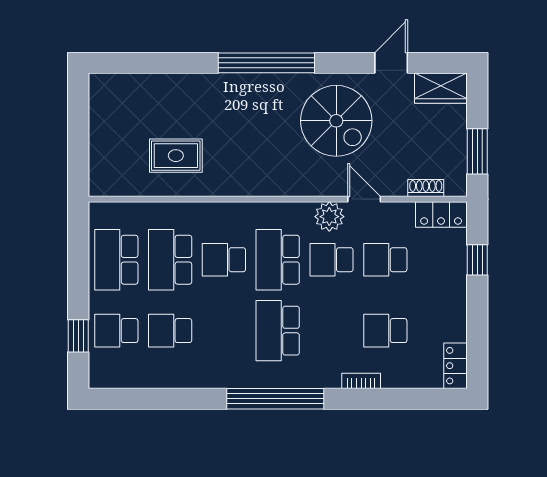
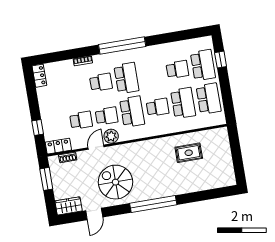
door: (364, 199) -> (96, 147), swing flipped
school desk: (116, 331) -> (203, 65), width x1.85
school desk: (385, 331) -> (101, 82), moved

